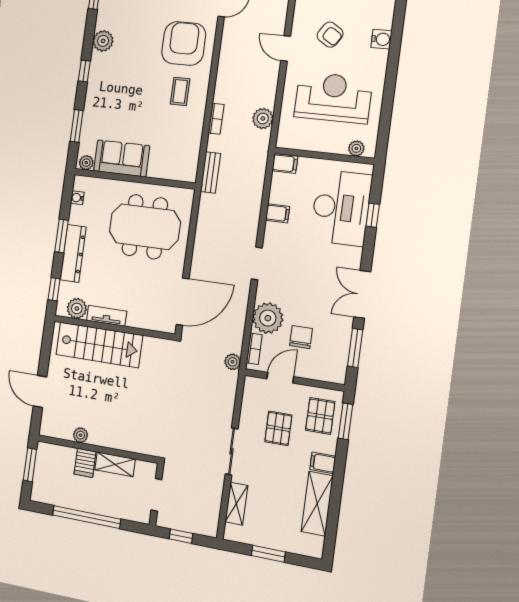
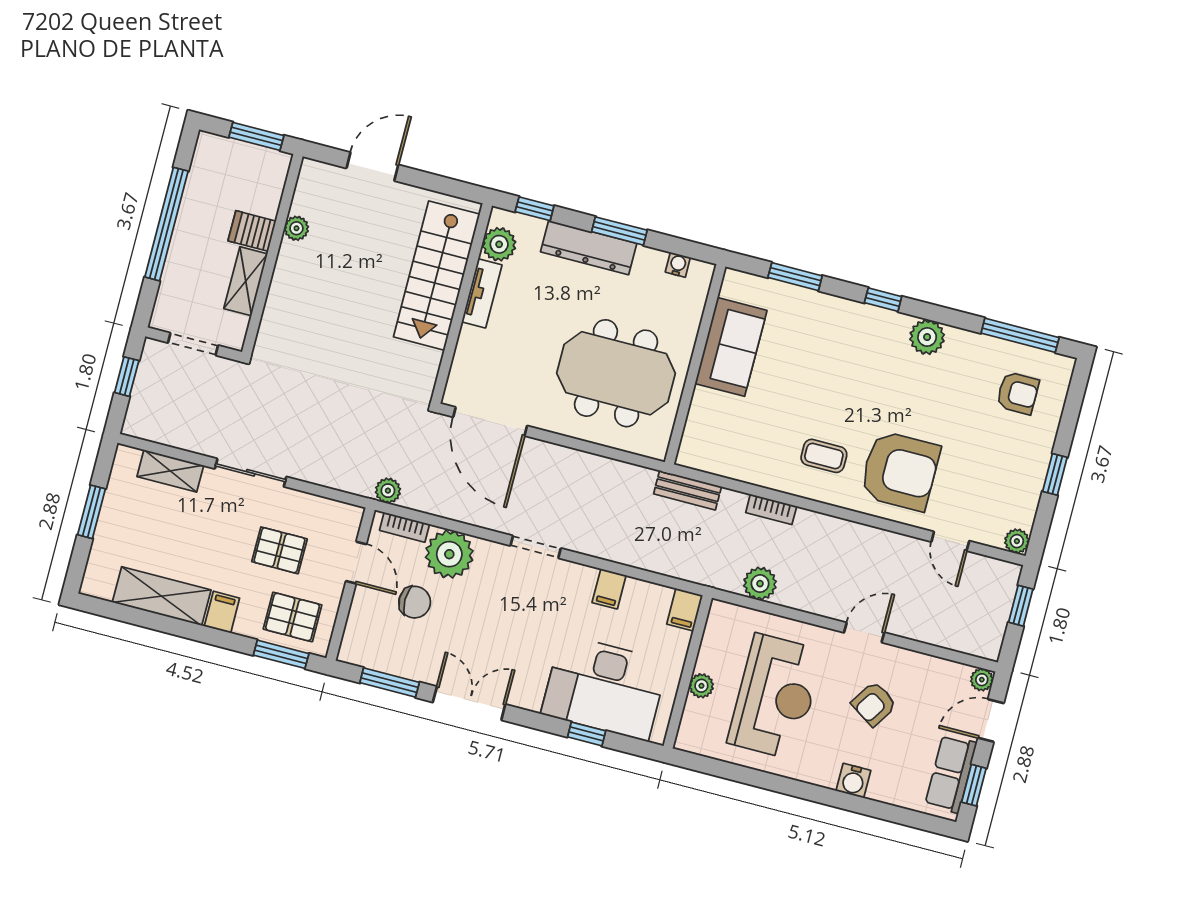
plant: (356, 148) -> (701, 686), moved
plant: (86, 163) -> (733, 286), removed
meeting table: (145, 227) -> (616, 373), turned 90

